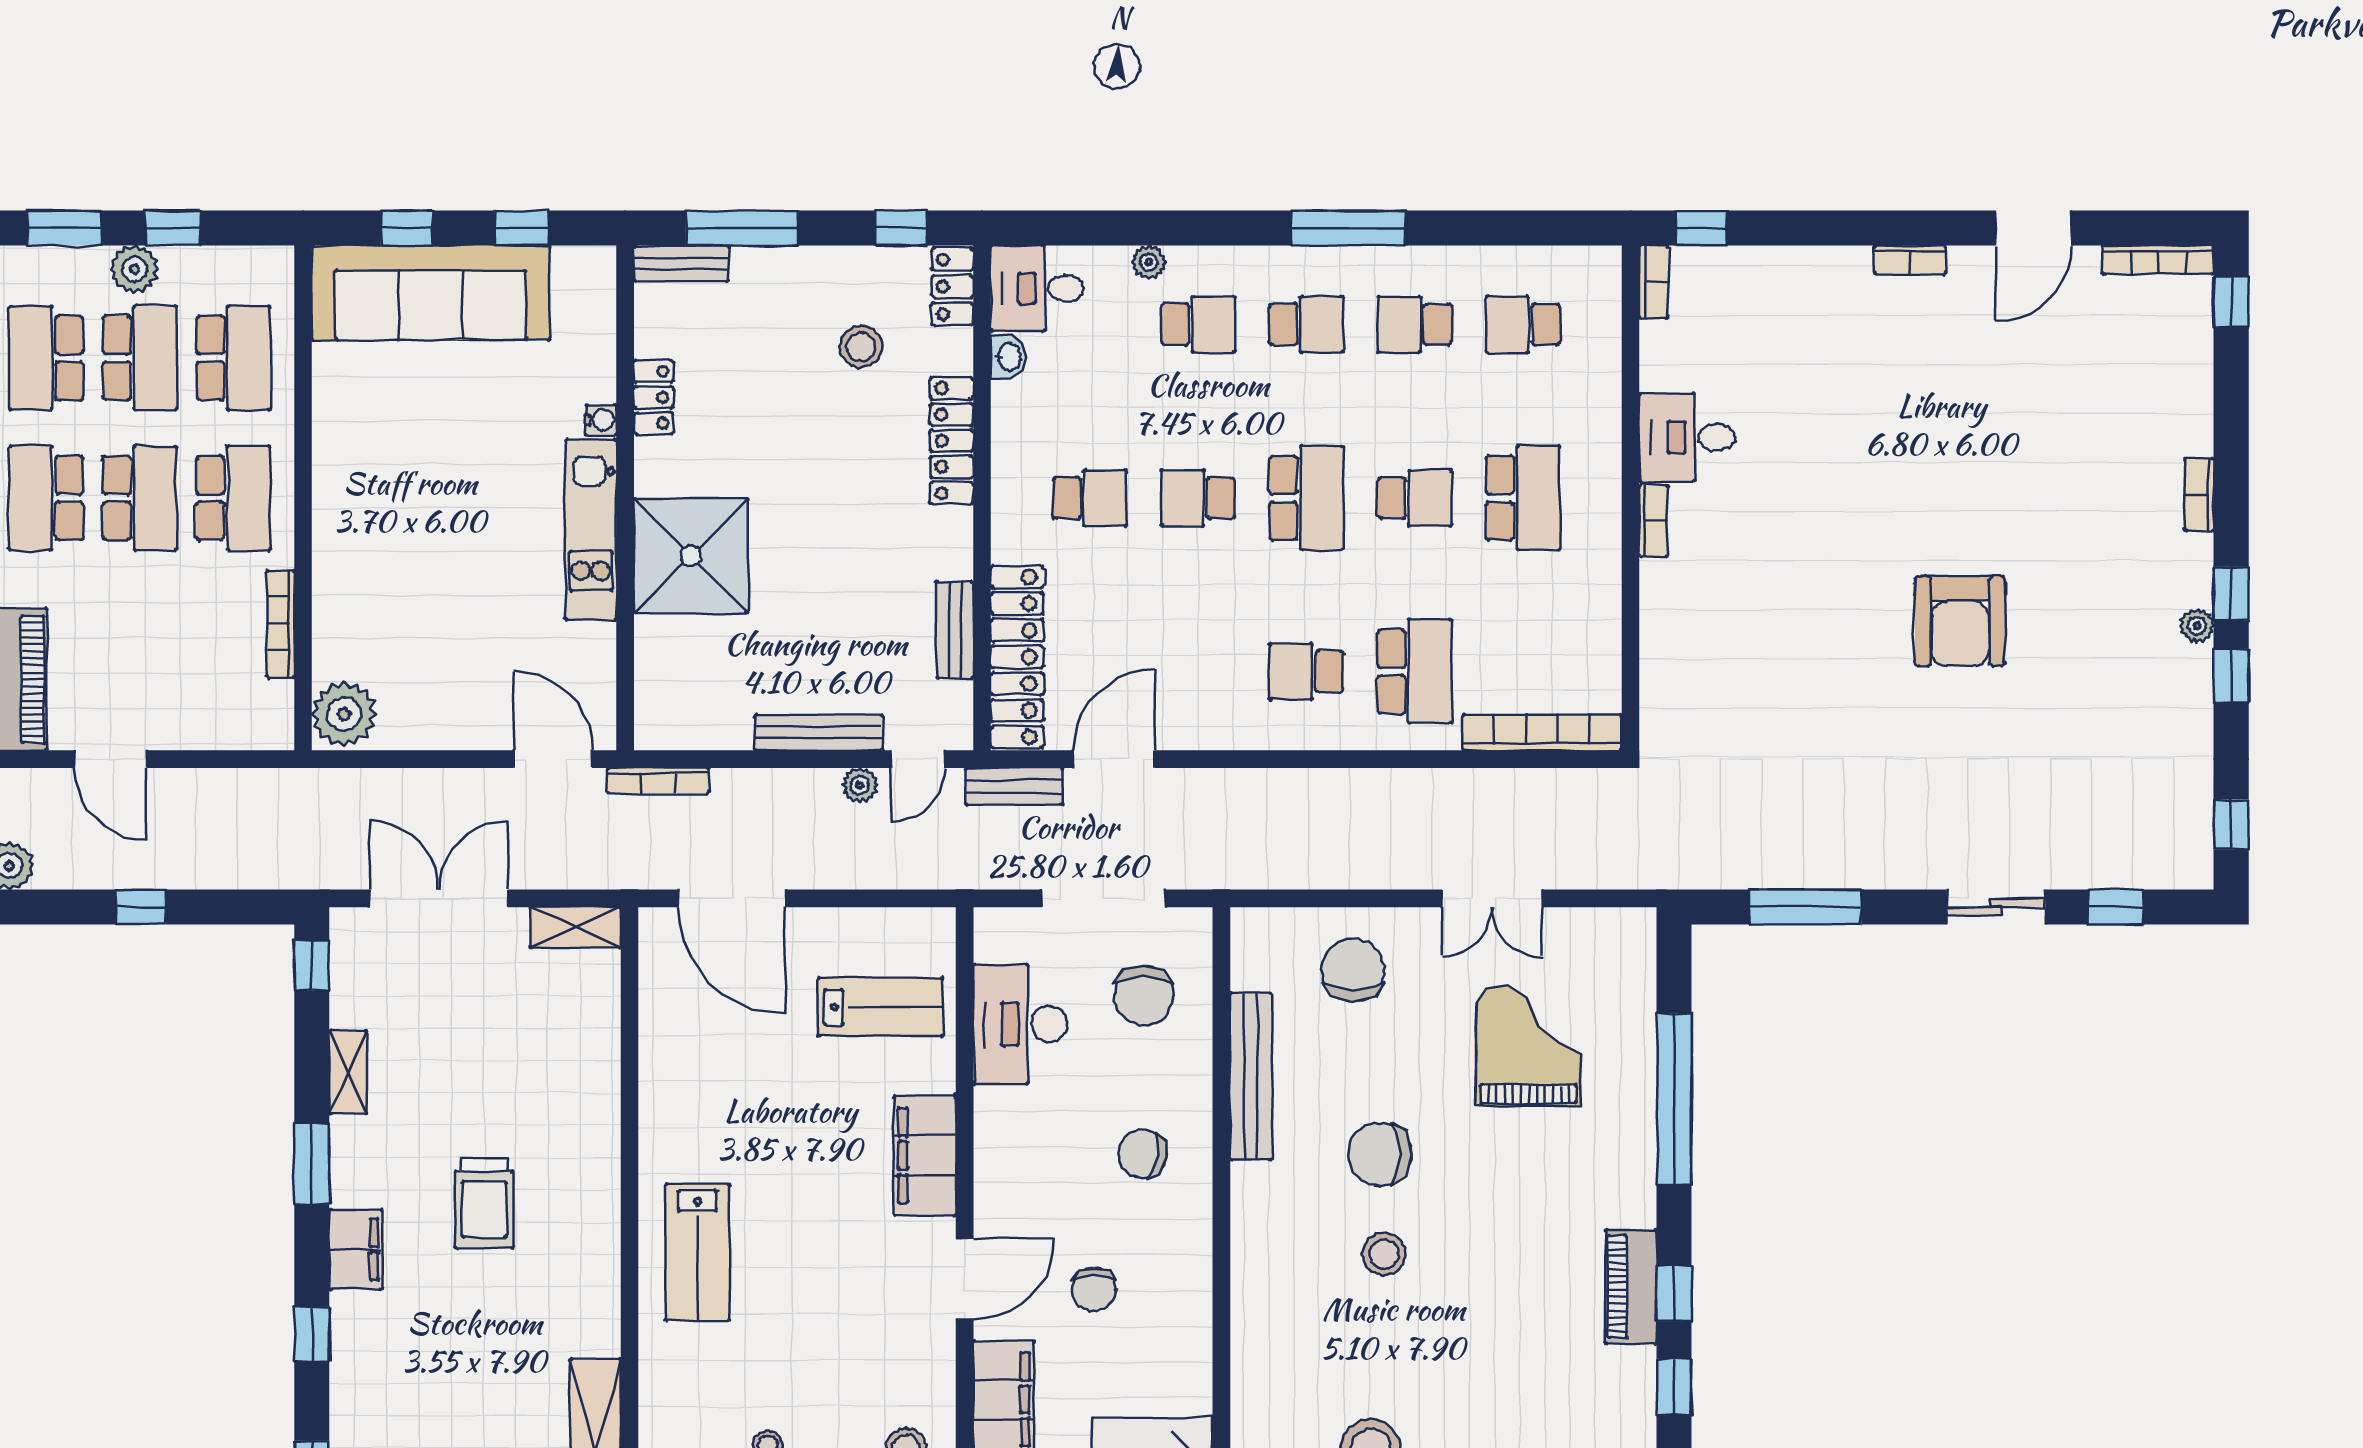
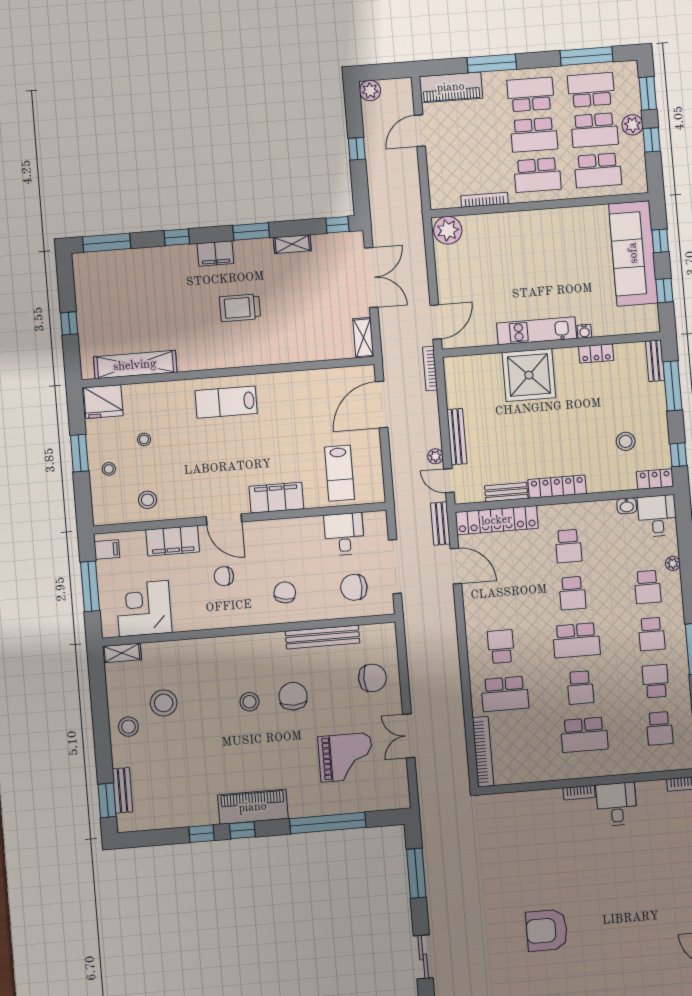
school desk: (1523, 324) -> (660, 728), turned 180
locker: (952, 441) -> (557, 487), moved
school desk: (1198, 498) -> (572, 593), turned 180
desk: (1020, 1024) -> (344, 534), width x0.73
piano: (1631, 1287) -> (253, 807), width x1.37, depth x1.33

